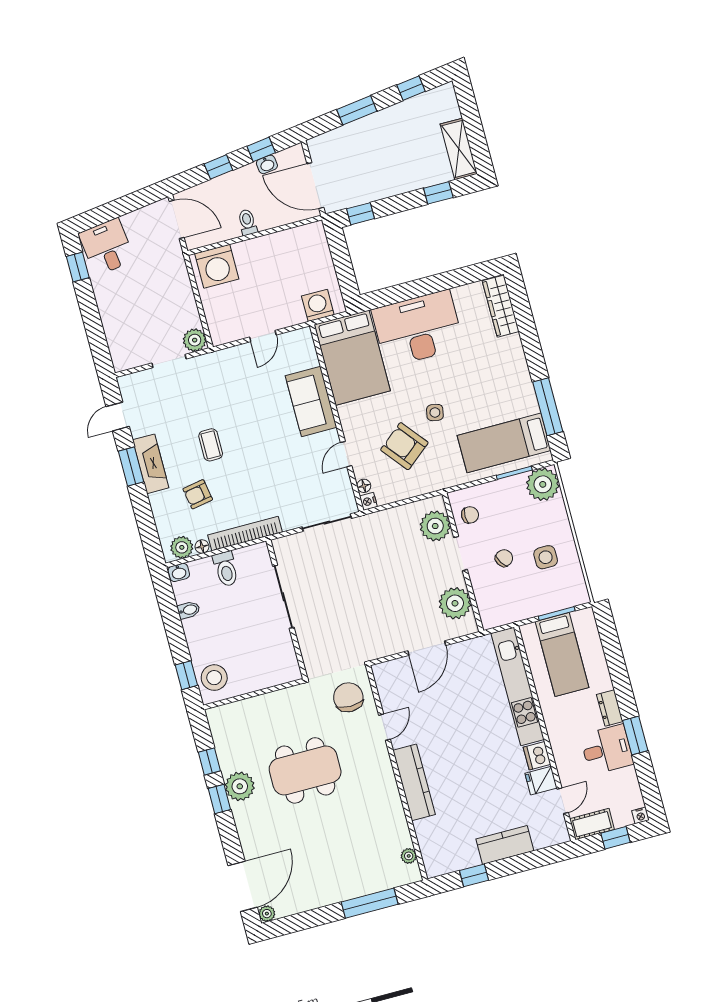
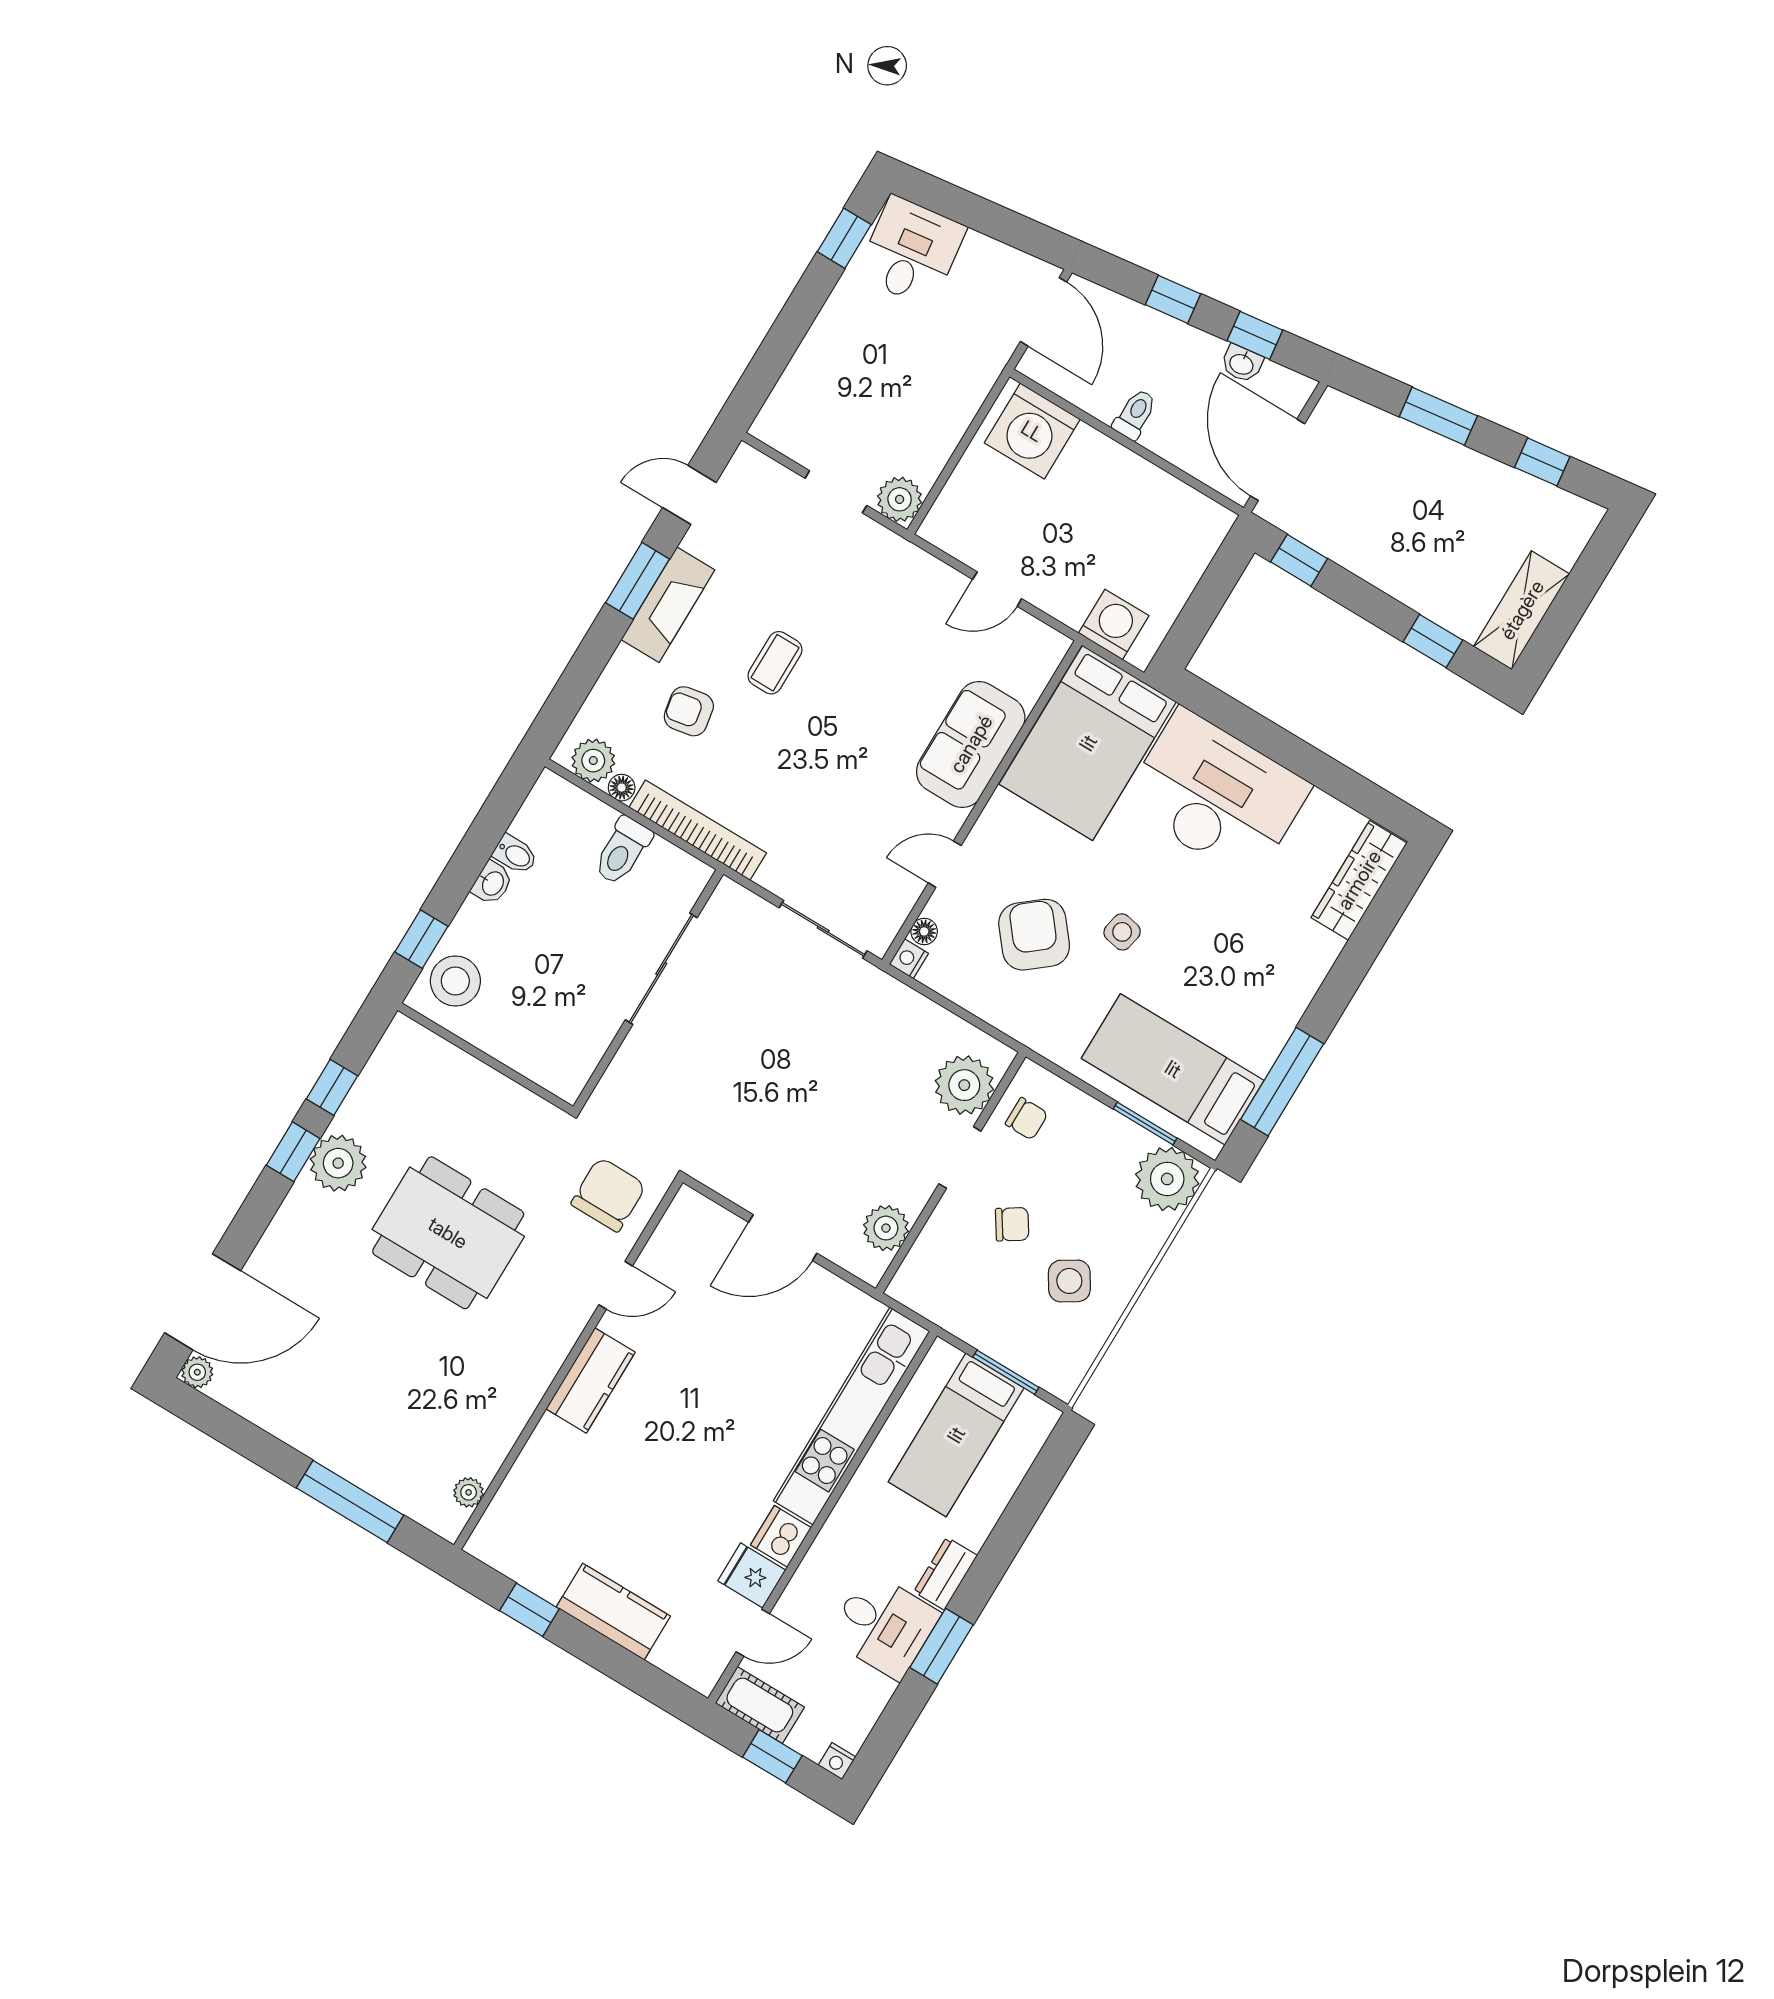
side table: (546, 557) -> (1069, 1281), turned -32
washbasin: (179, 572) -> (492, 883), moved, turned -90
plant: (455, 603) -> (886, 1228), width x0.73, depth x0.73
kitchen counter: (414, 782) -> (591, 1381), width x0.67

